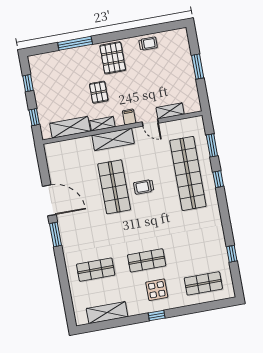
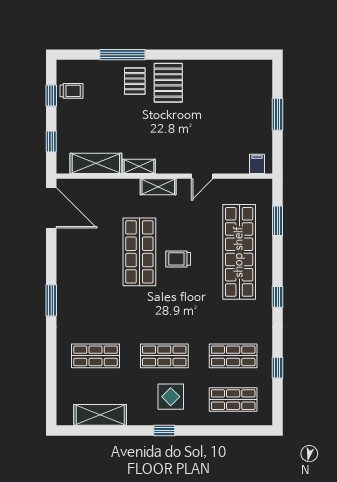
trolley: (148, 44) -> (72, 91), moved
pallet: (99, 92) -> (135, 81), moved
shelving: (170, 111) -> (231, 166), removed
filing cabinet: (129, 117) -> (257, 164), moved
door: (150, 122) -> (202, 176), hinge flipped
shelving: (113, 139) -> (158, 187), width x0.67, depth x0.75
window: (218, 179) -> (277, 297), moved
door: (49, 200) -> (51, 208), moved
shop shelf: (197, 251) -> (233, 356), added

